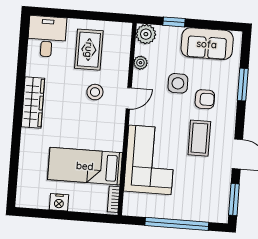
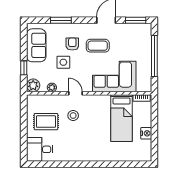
wardrobe: (33, 102) -> (83, 155), removed

